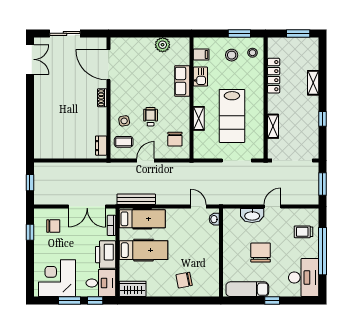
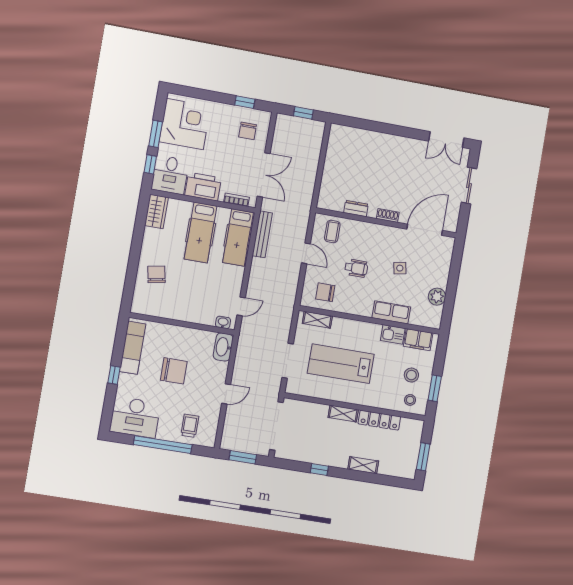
filing cabinet: (201, 54) -> (418, 340), width x2.00
shelving: (199, 118) -> (317, 320), moved
side table: (124, 121) -> (400, 268), moved
shelving: (273, 126) -> (343, 414), moved
dresser: (101, 146) -> (356, 209), moved
double door: (87, 207) -> (264, 175), swing flipped
door: (273, 207) -> (226, 394), hinge flipped
washbasin: (252, 216) -> (223, 347), moved

